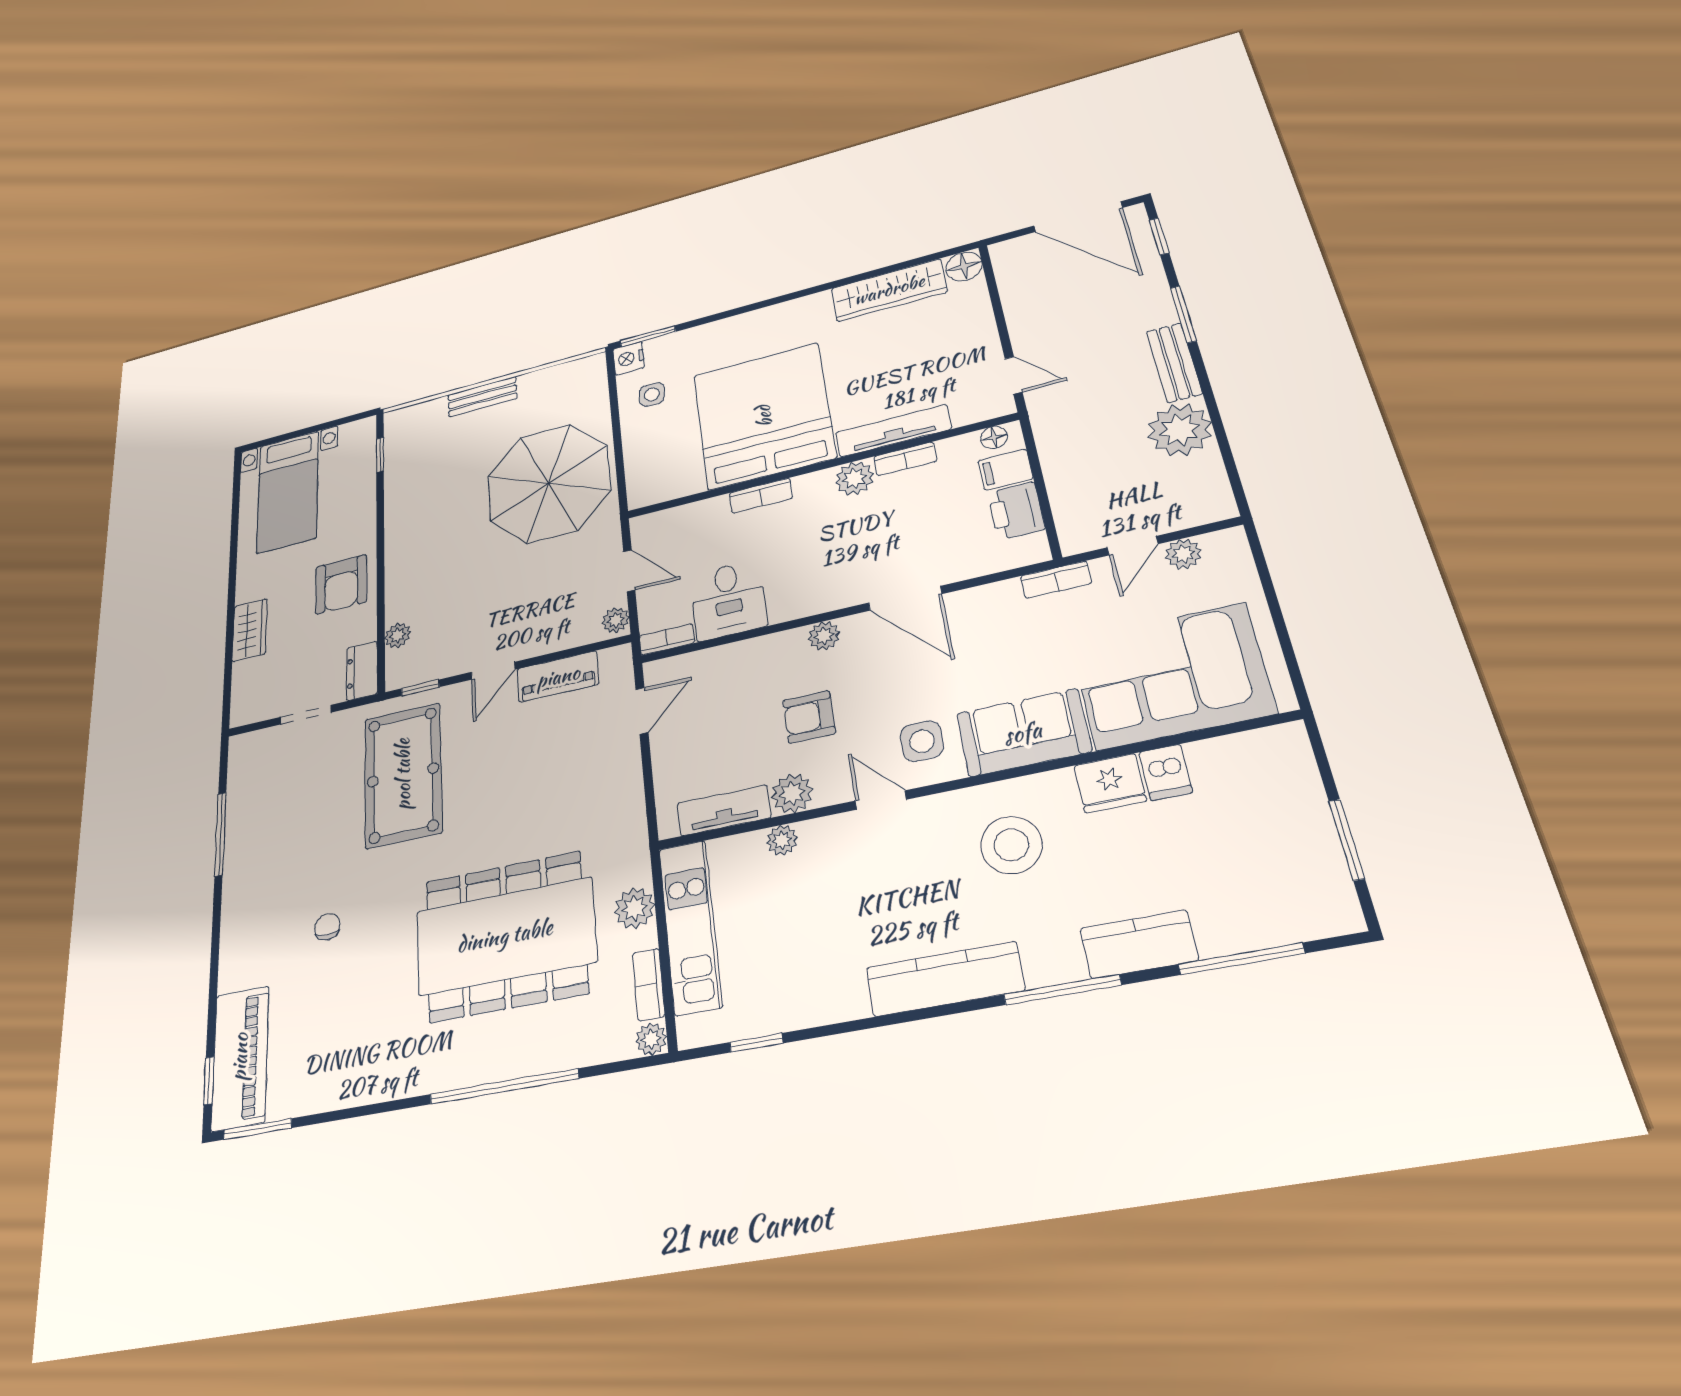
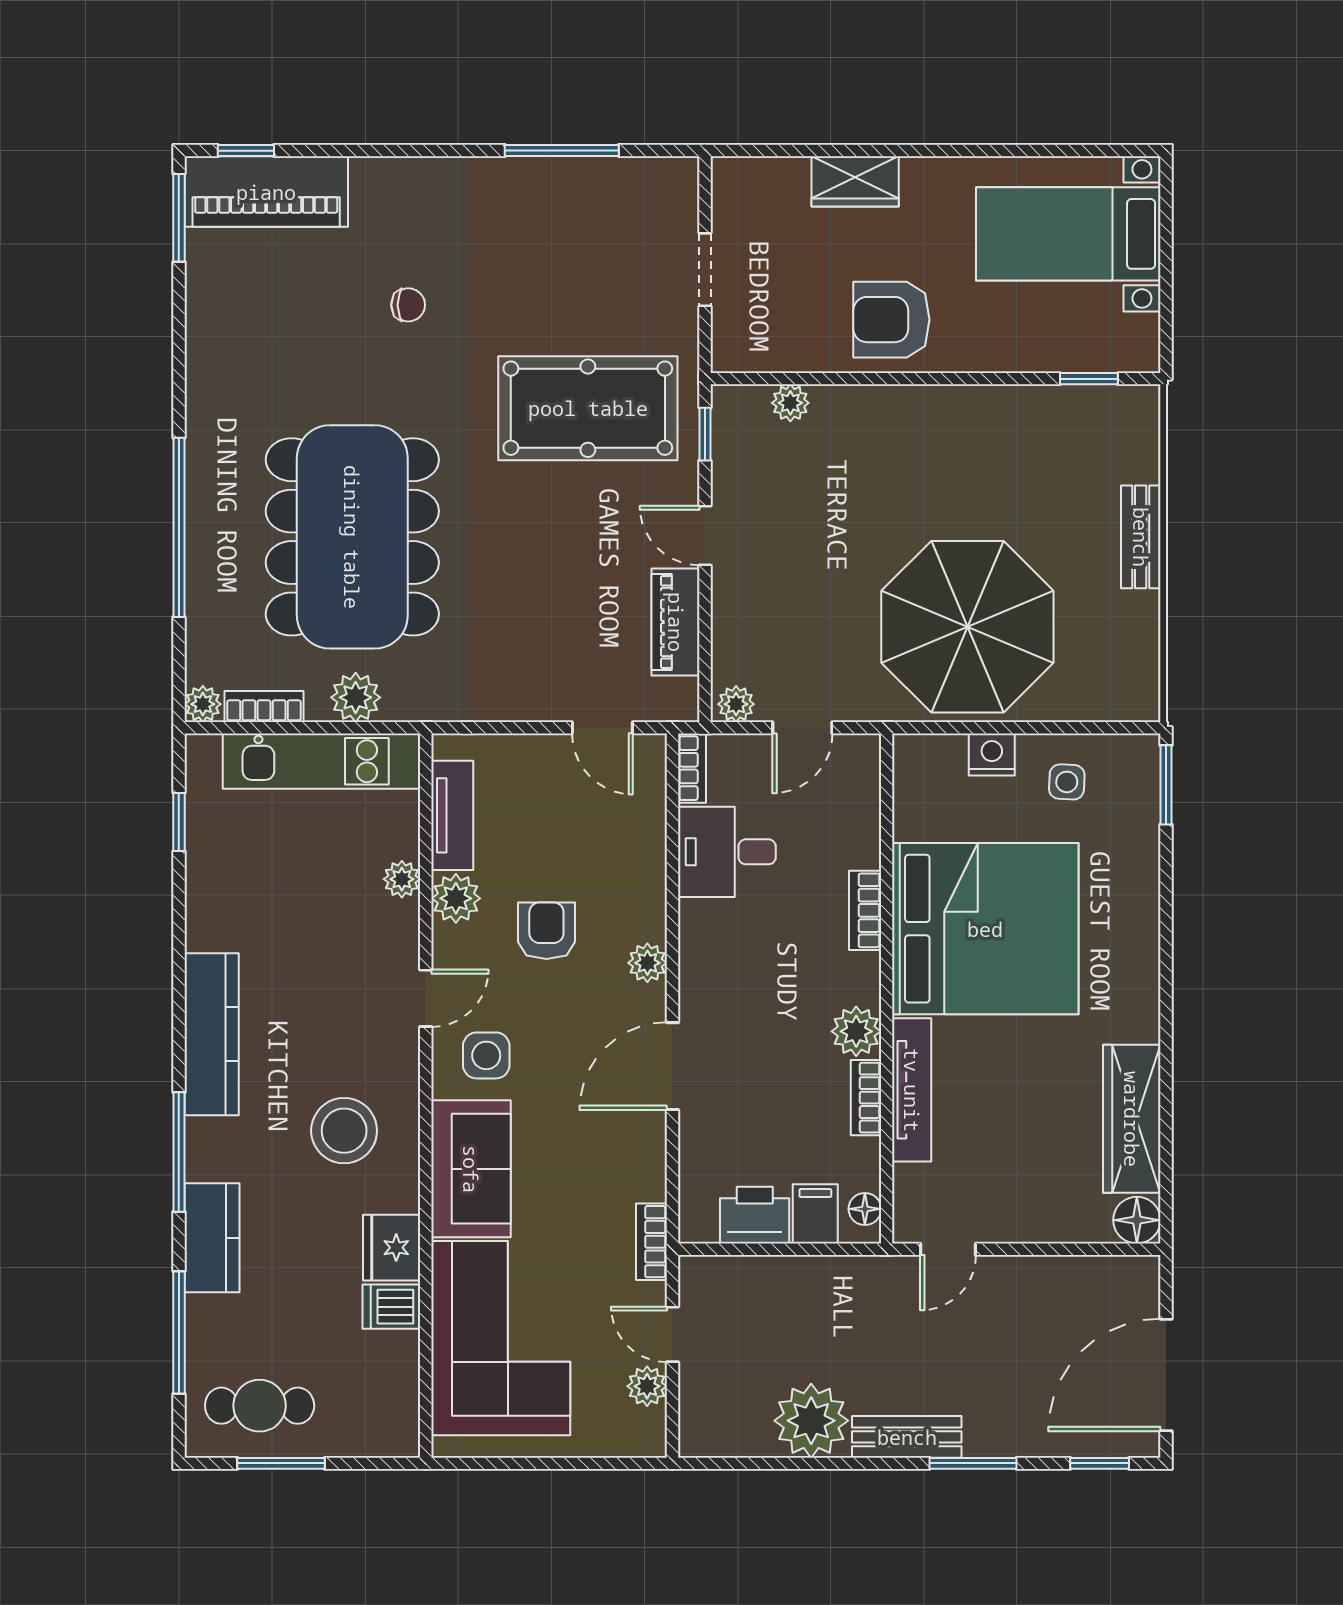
nightstand: (629, 358) -> (992, 754), moved
dresser: (362, 671) -> (750, 351), removed
cafe table: (1294, 870) -> (260, 1406), added

